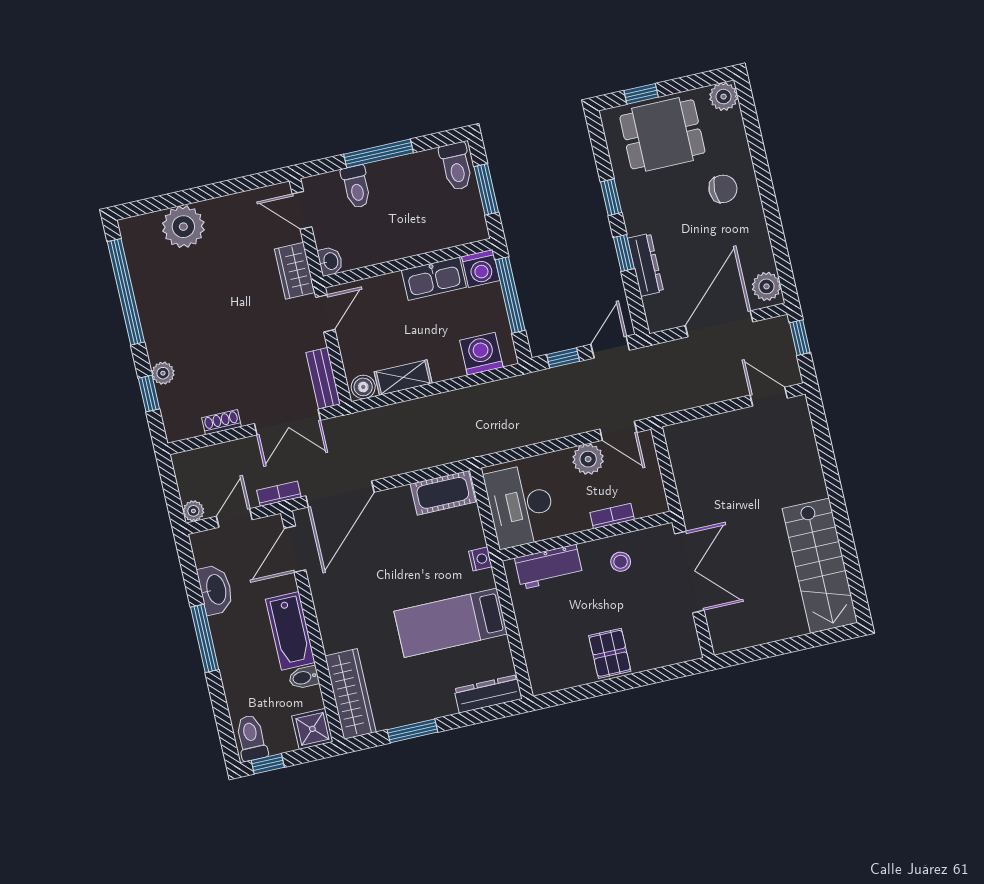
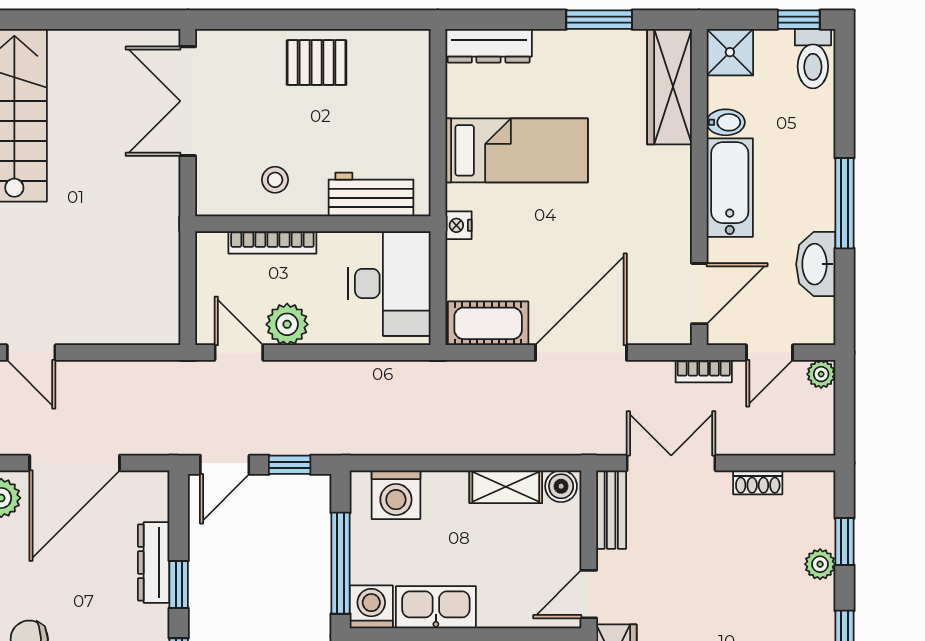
door: (340, 494) -> (581, 353), moved
bookcase: (612, 516) -> (272, 242), width x1.56
double door: (689, 572) -> (188, 101), moved
pallet: (610, 653) -> (317, 63), turned 90

